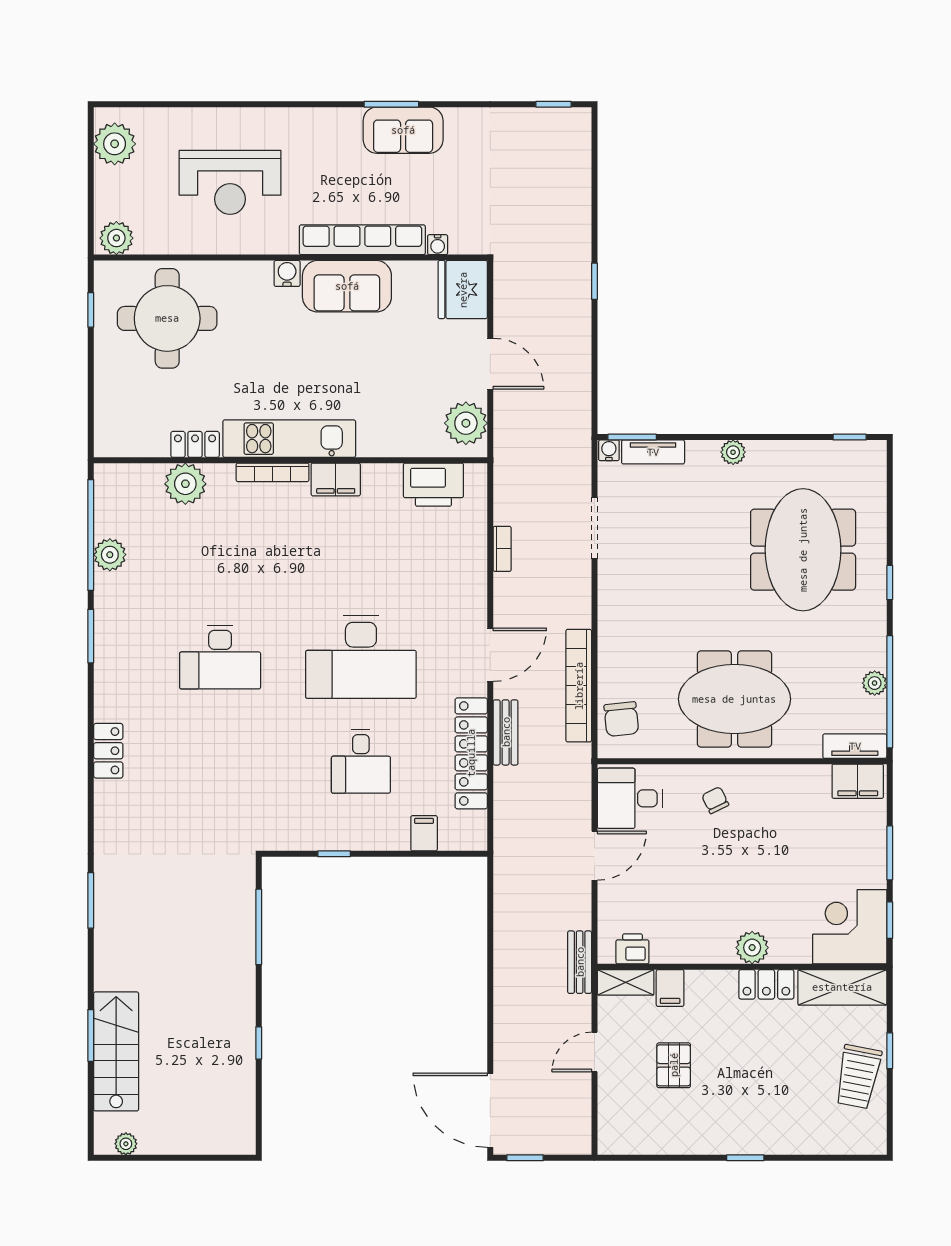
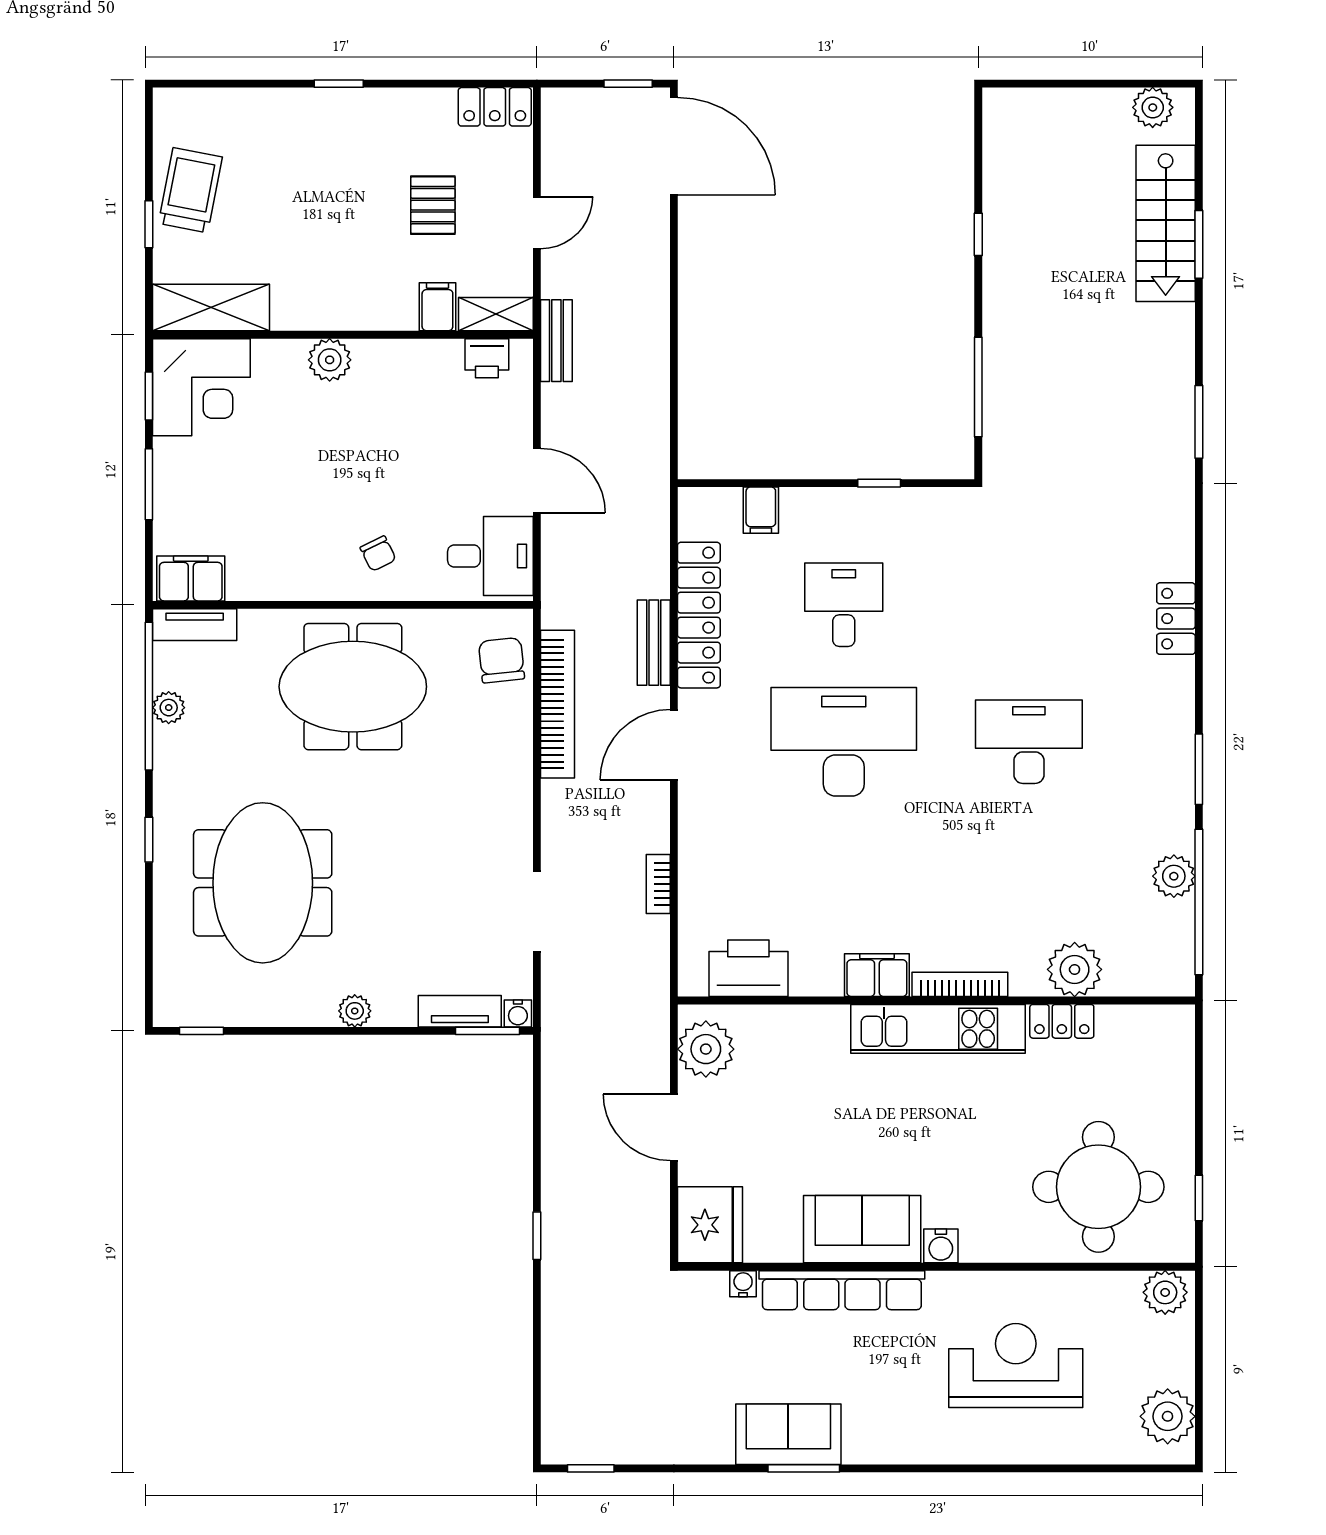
door: (594, 856) -> (537, 481), swing flipped
locker: (766, 984) -> (495, 107), moved, turned 180
plant: (126, 1144) -> (1153, 107), width x1.38, depth x1.38

